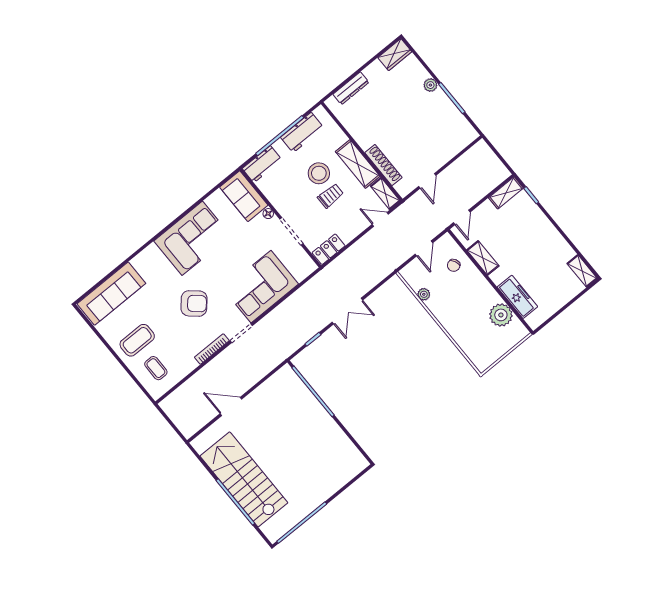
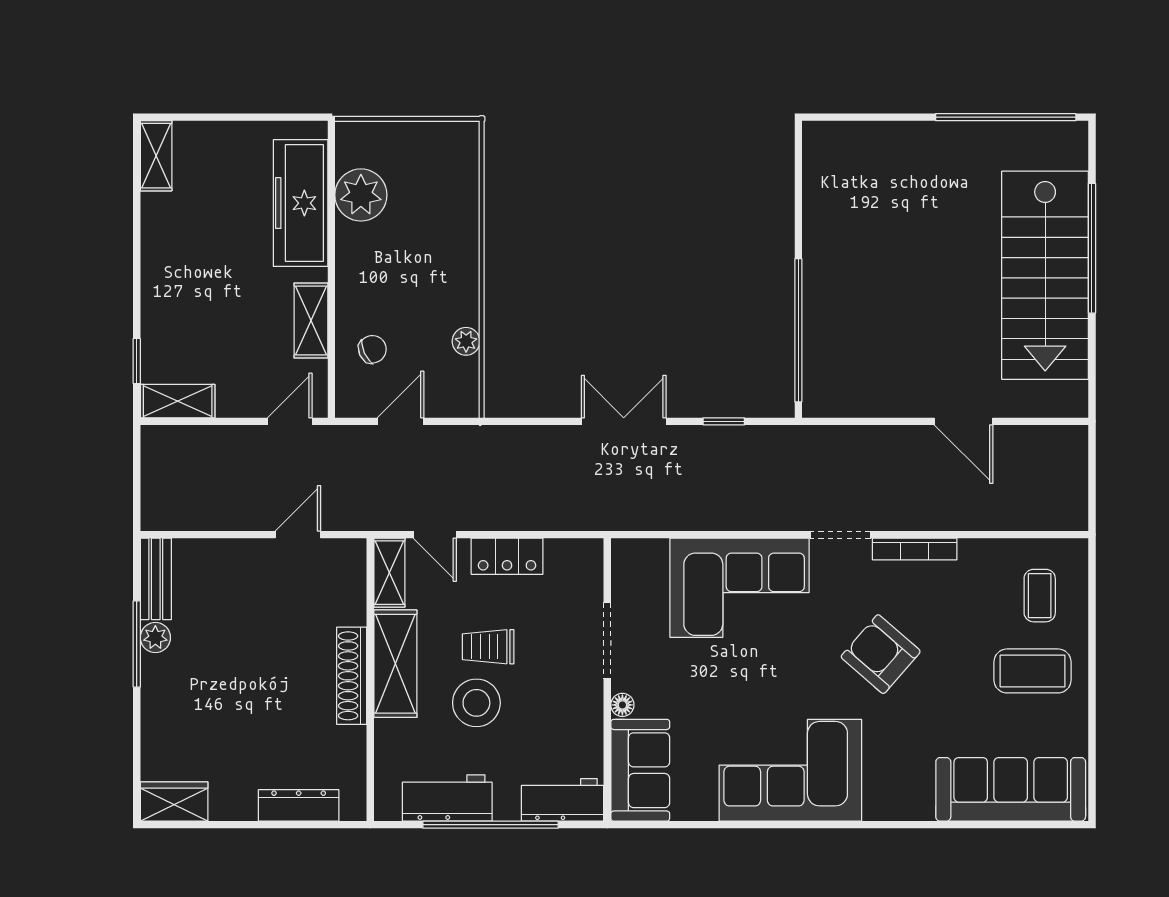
plant: (430, 85) -> (155, 638), moved
bench: (464, 126) -> (156, 579), added
shoe rack: (383, 165) -> (352, 676), moved
locker: (329, 249) -> (507, 556), moved
freezer: (517, 297) -> (301, 203), width x1.36, depth x1.26

